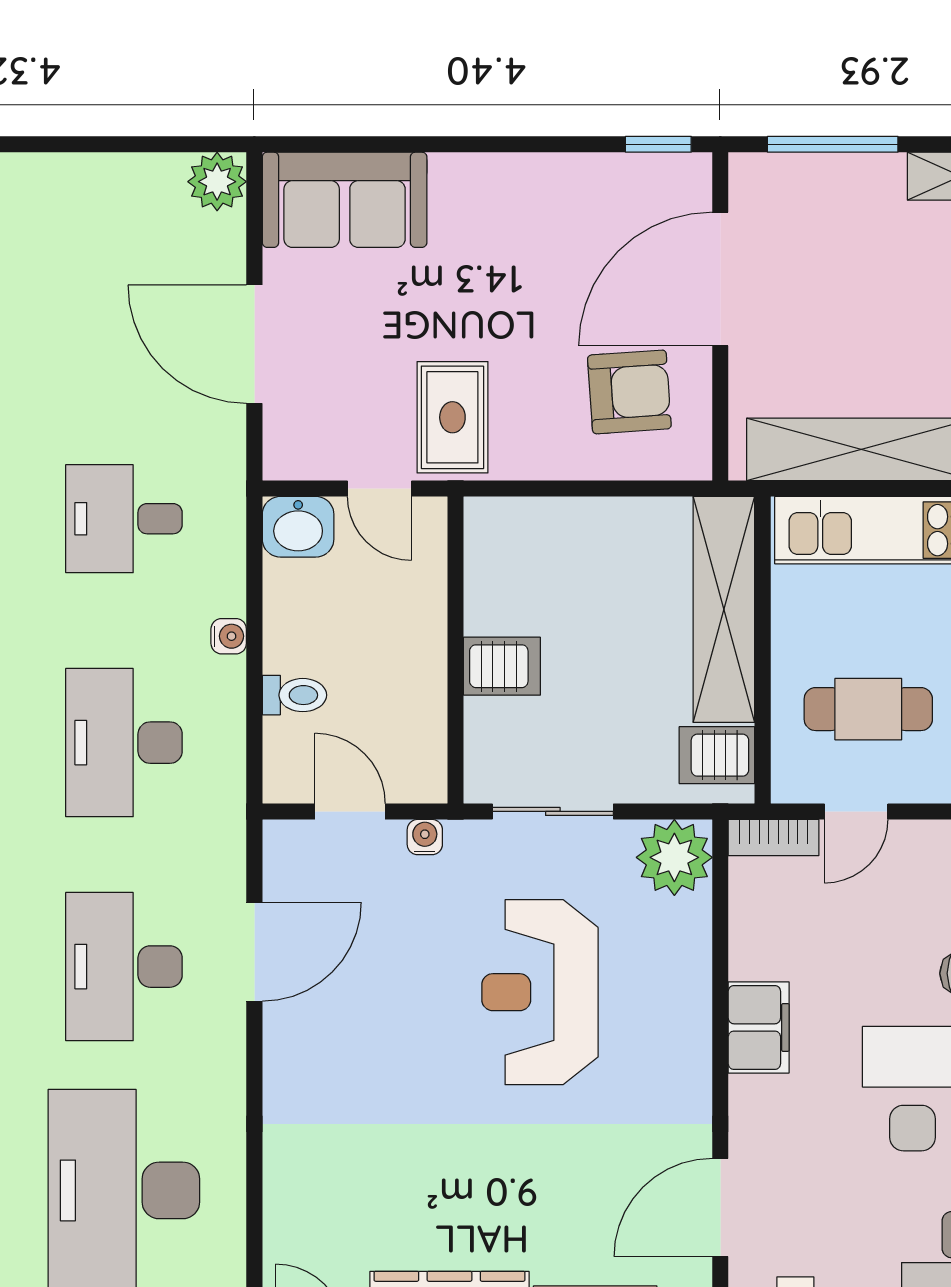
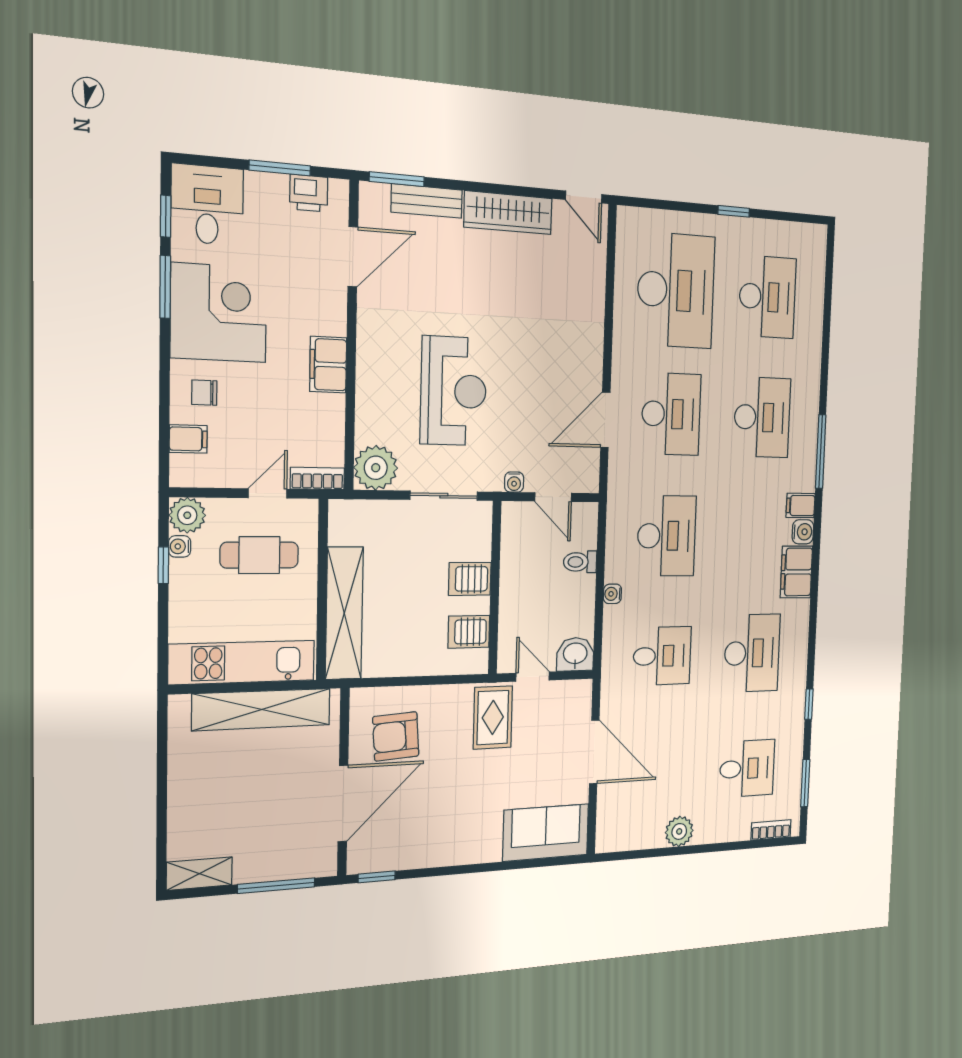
plant: (217, 182) -> (679, 831), moved
server rack: (717, 755) -> (469, 632), moved, turned 180

